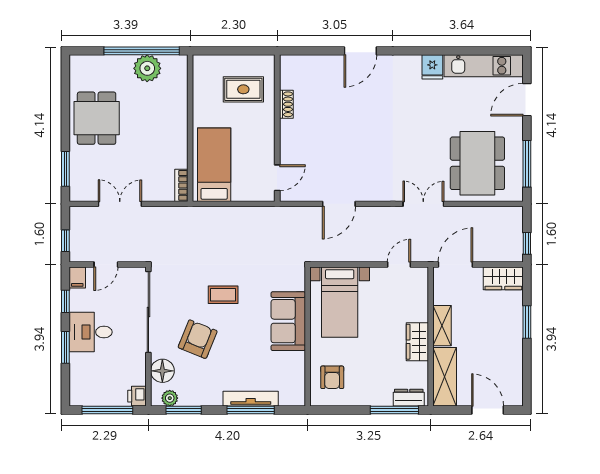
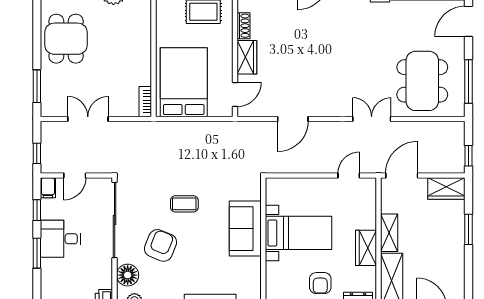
wardrobe: (290, 138) -> (247, 57), added
bed: (214, 165) -> (184, 82), width x1.50
bed with nightstands: (340, 302) -> (298, 233), moved, turned -90
armchair: (332, 377) -> (320, 283), moved

